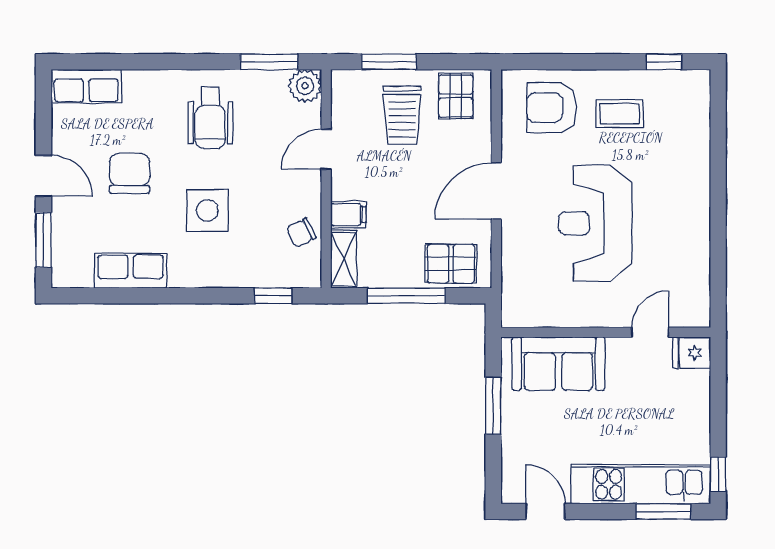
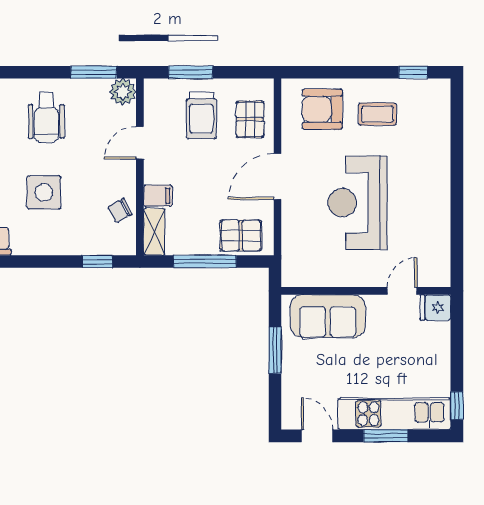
pallet: (456, 96) -> (250, 119), moved
window: (663, 512) -> (386, 436), moved

